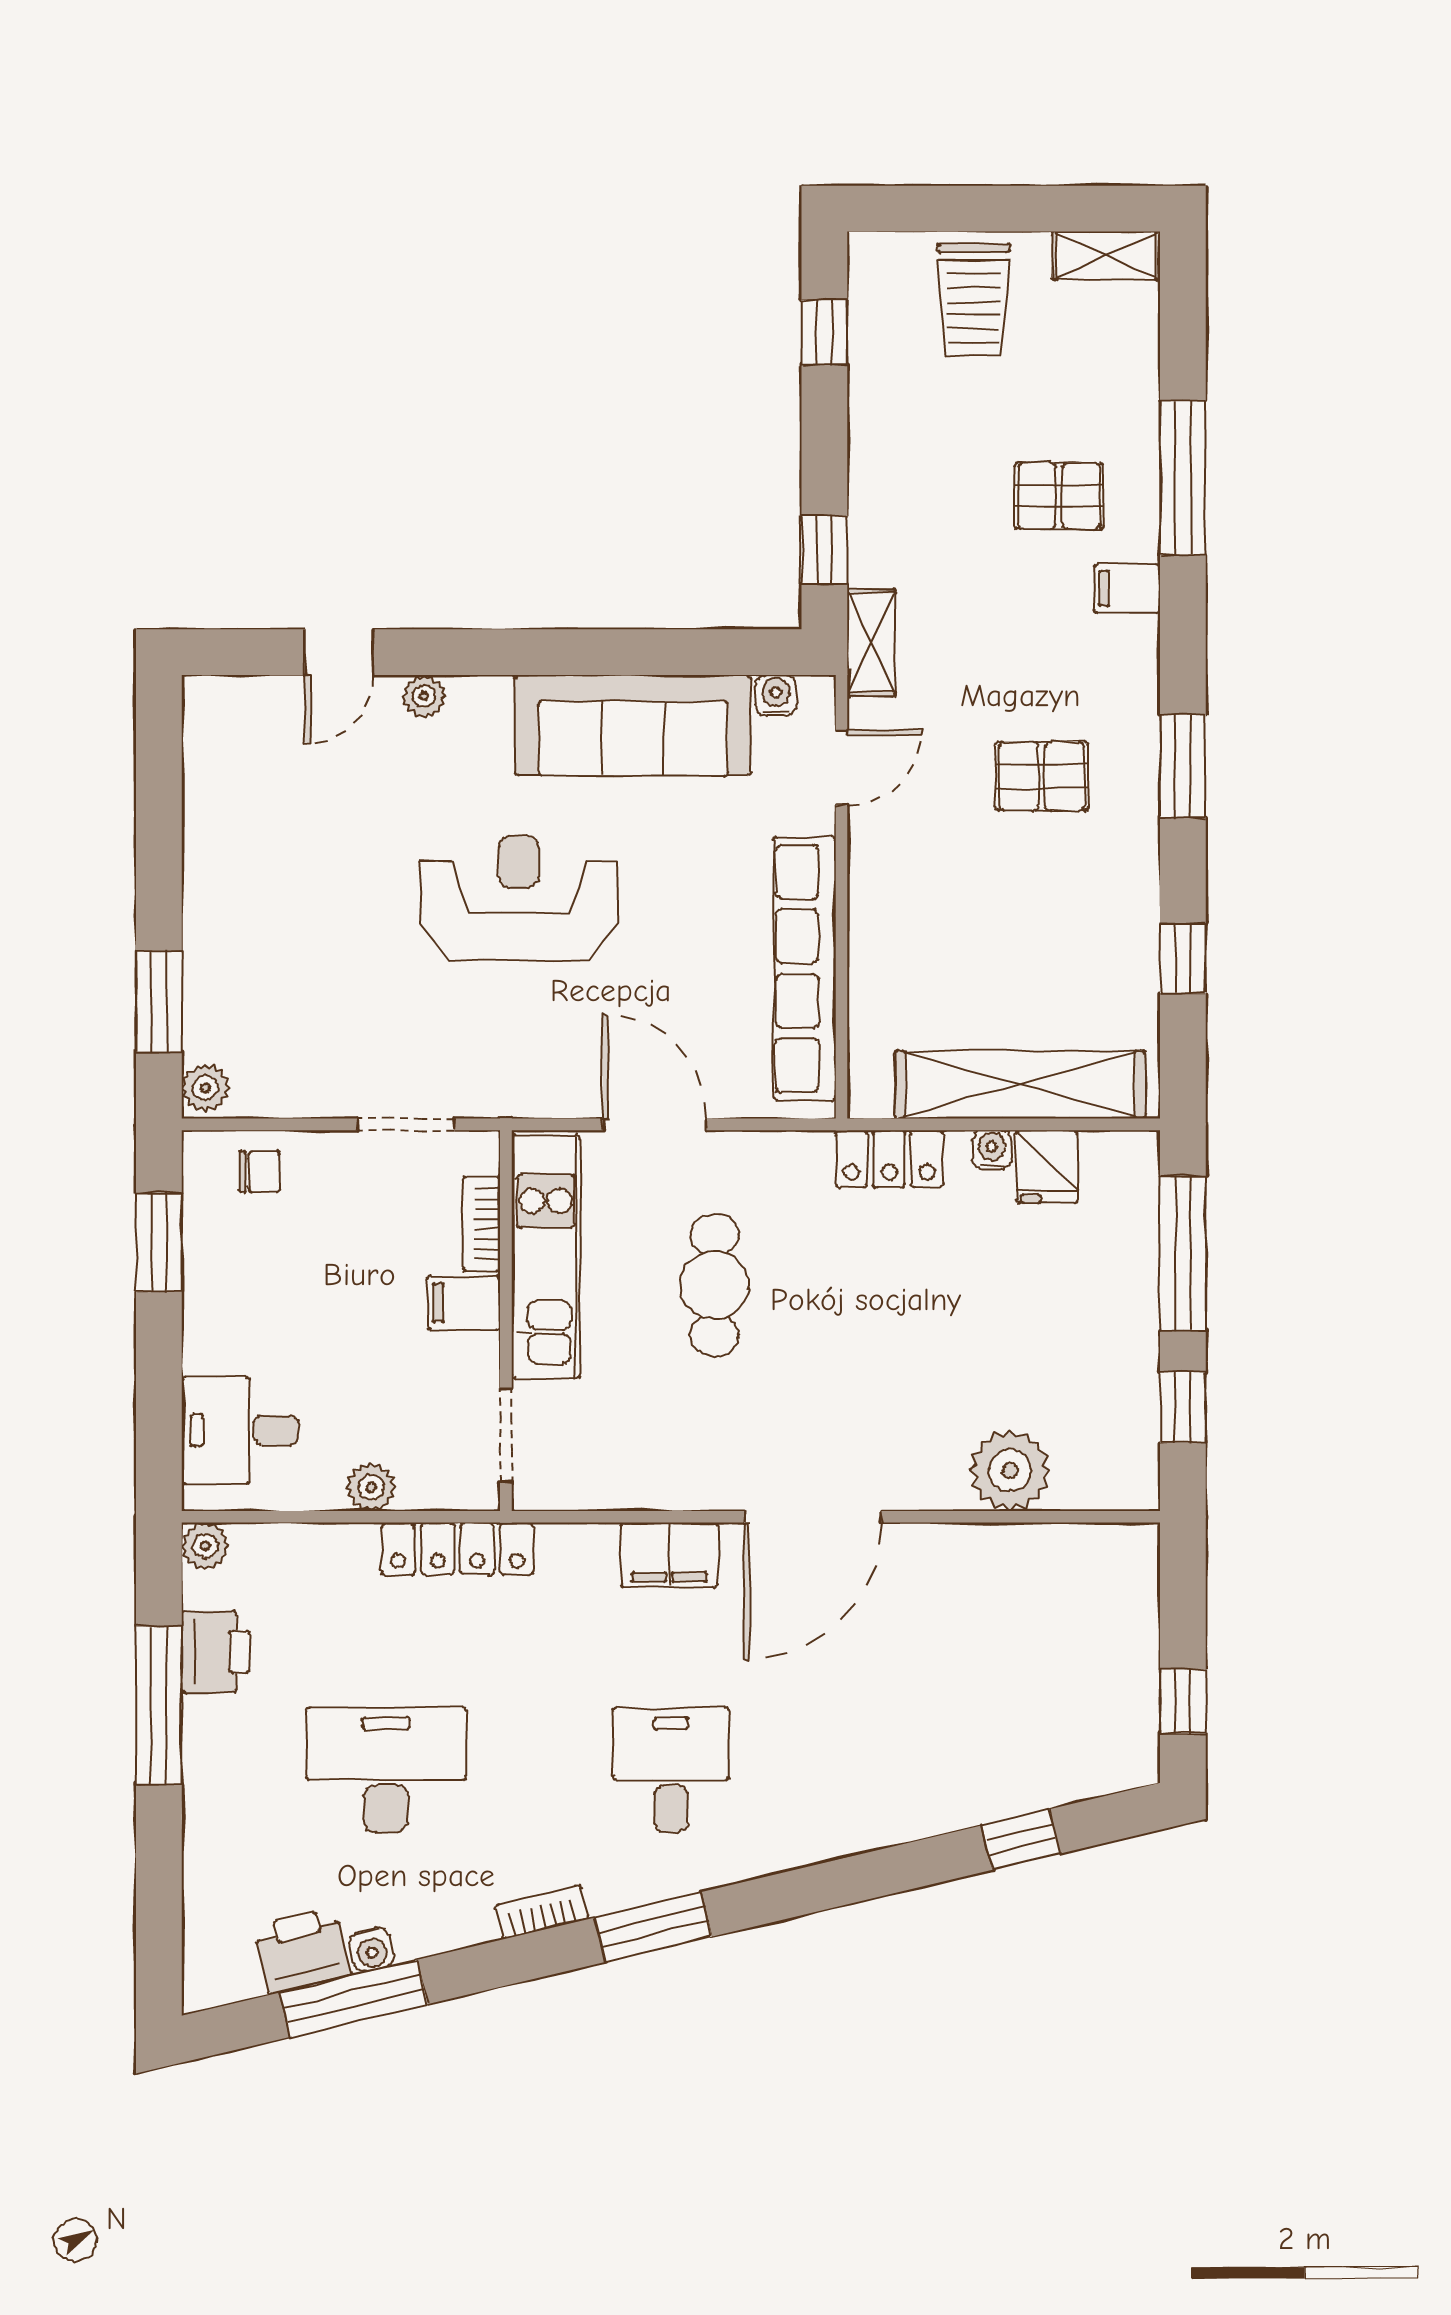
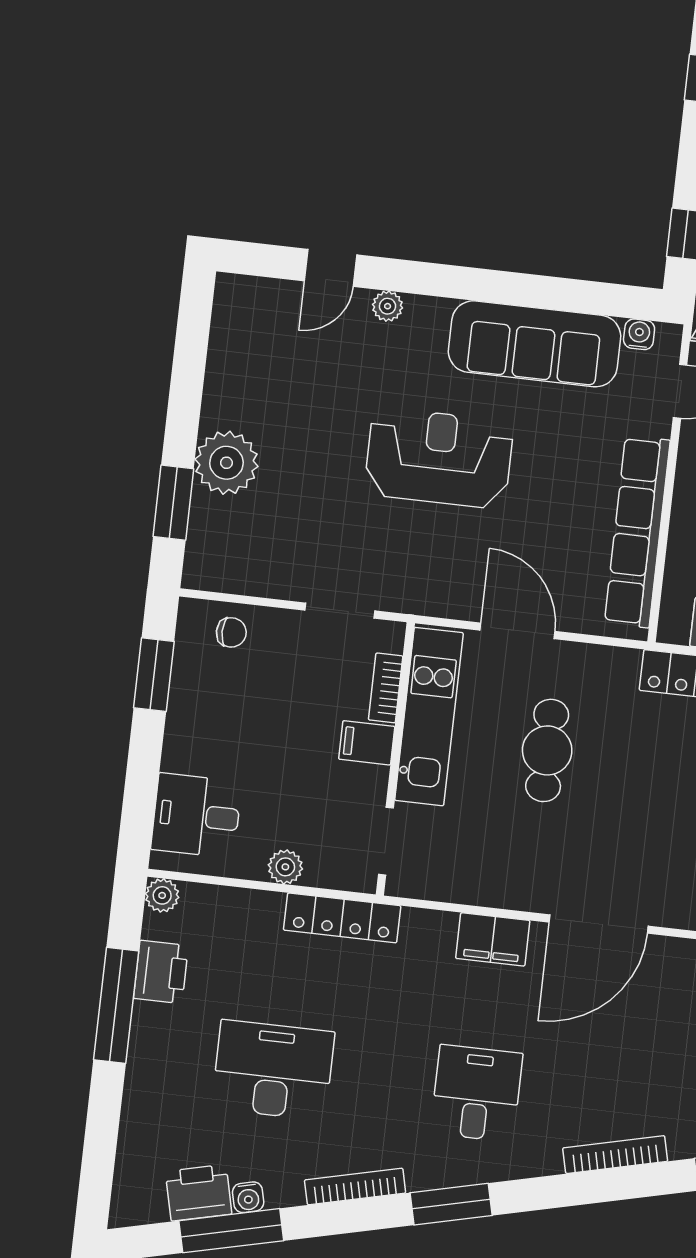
plant: (205, 1088) -> (226, 463), moved, width x1.88, depth x1.88
bookcase: (872, 1833) -> (615, 1155), added
bookcase: (542, 1912) -> (355, 1186), width x1.56

